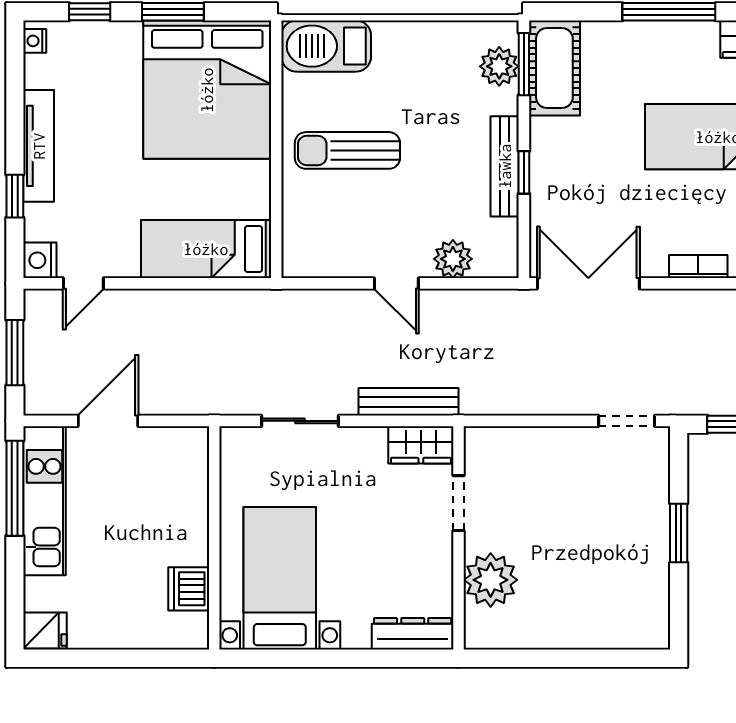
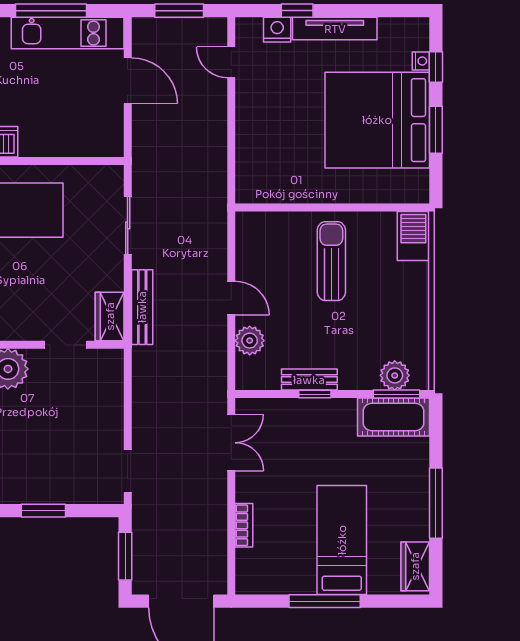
nightstand: (35, 41) -> (421, 61), moved, turned 90
barbecue: (326, 46) -> (413, 236), width x0.73, depth x0.83
bed: (207, 90) -> (377, 120), moved
bench: (505, 166) -> (309, 380), width x0.73
bed: (206, 249) -> (257, 155), removed
nightstand: (40, 260) -> (277, 30), moved
door: (396, 283) -> (231, 298), swing flipped
double door: (588, 283) -> (231, 443), width x0.73
window: (15, 488) -> (51, 11), moved

